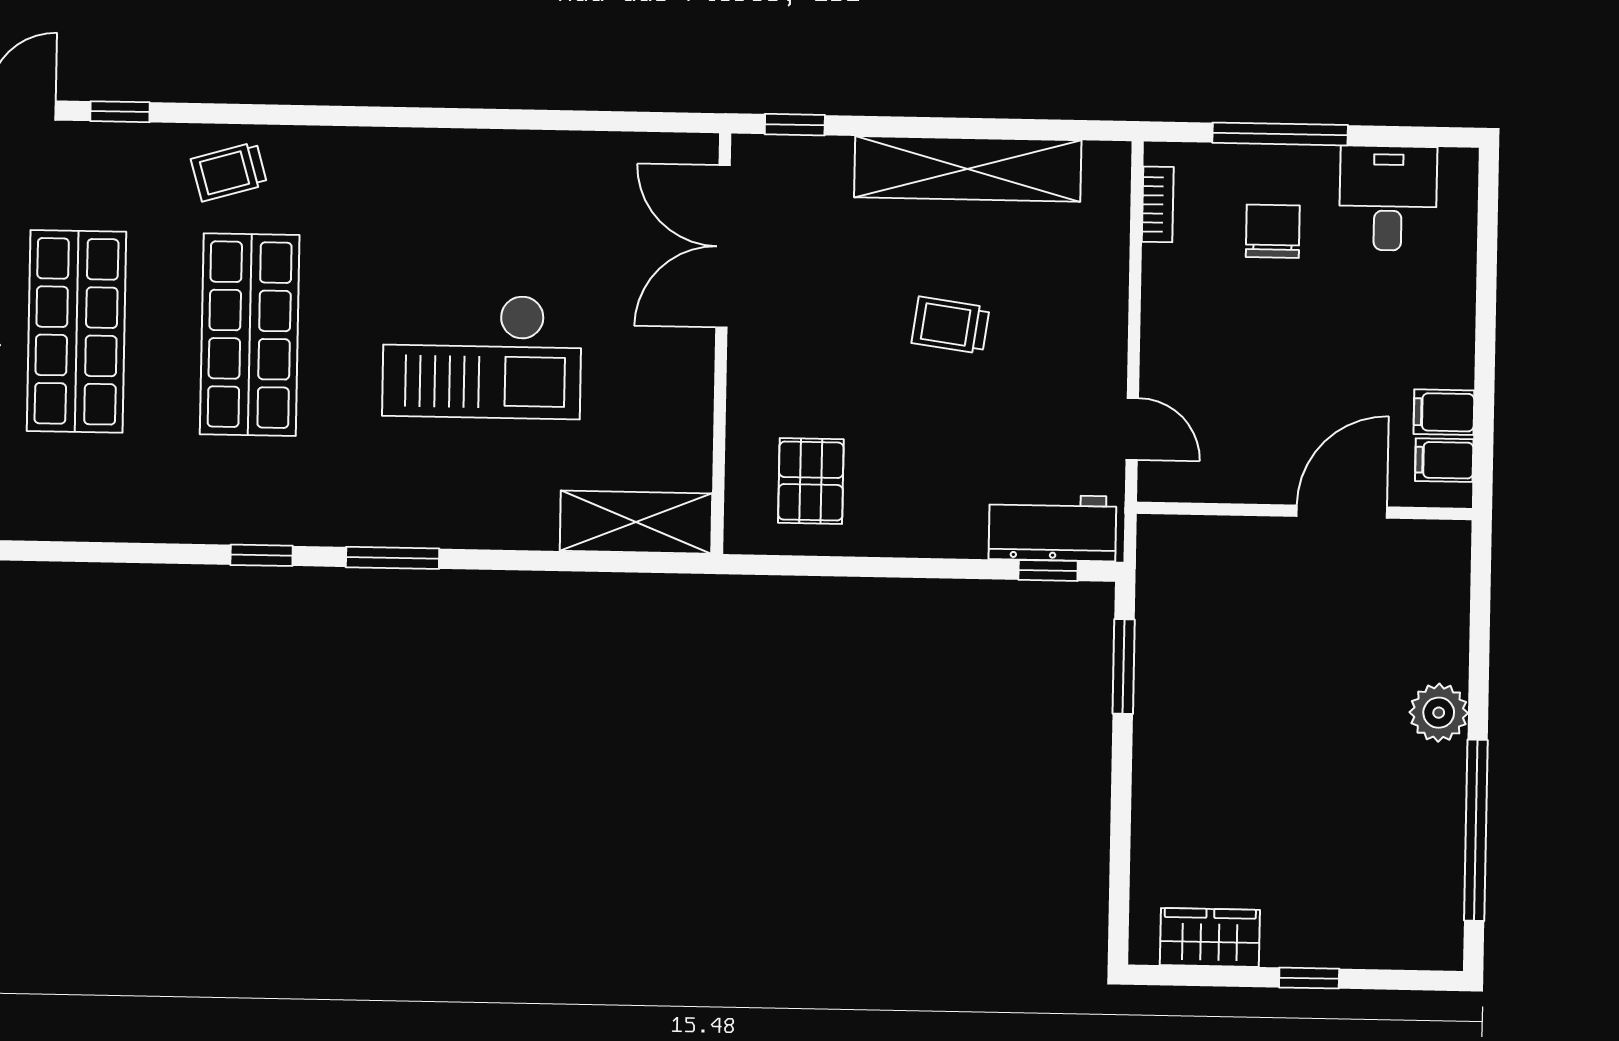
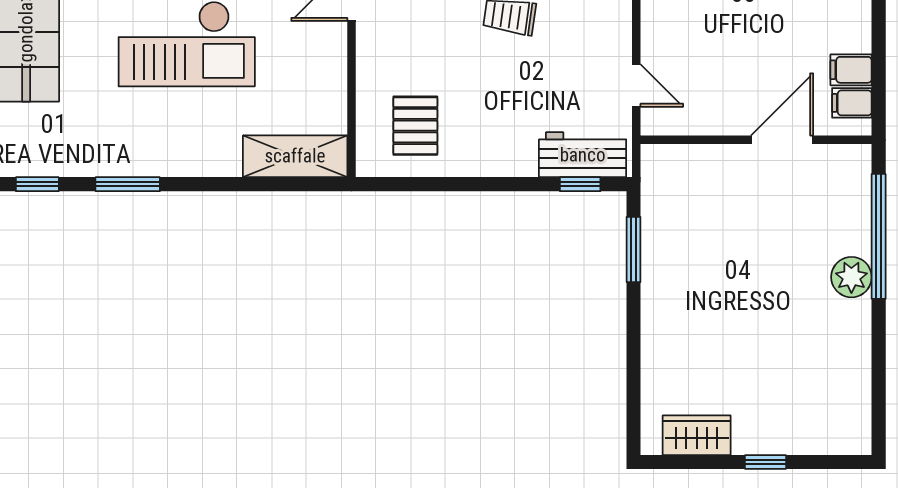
window: (1476, 830) -> (879, 236), moved

